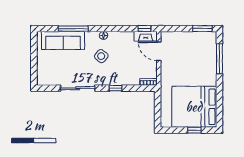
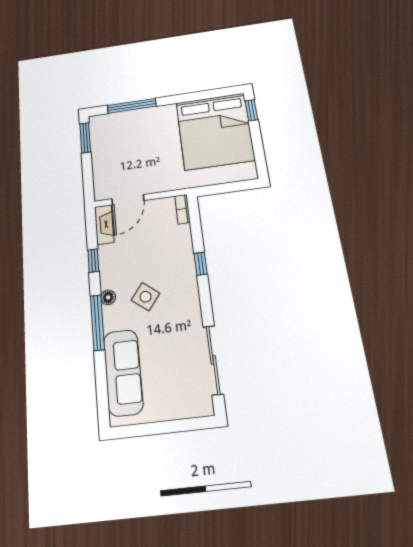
window: (73, 29) -> (97, 322), moved
window: (144, 29) -> (93, 261), moved
sliding door: (78, 88) -> (213, 360), moved
window: (194, 130) -> (252, 110), moved

